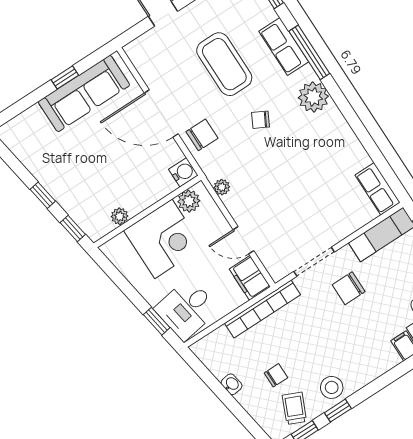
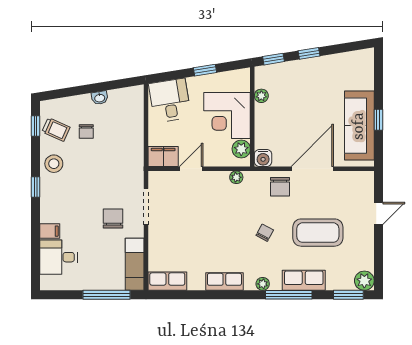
plant: (313, 97) -> (263, 284), width x0.53, depth x0.53
row of seats: (339, 129) -> (224, 281), added
bookcase: (263, 309) -> (137, 151), removed
window: (157, 321) -> (205, 70), moved
window: (338, 411) -> (36, 187), moved

